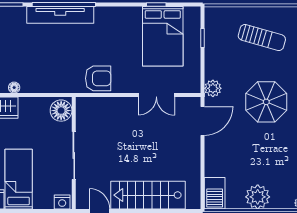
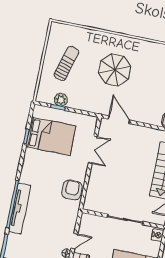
plant: (213, 88) -> (61, 100), moved
door: (32, 95) -> (74, 241), added
floor lamp: (61, 111) -> (90, 222), removed

